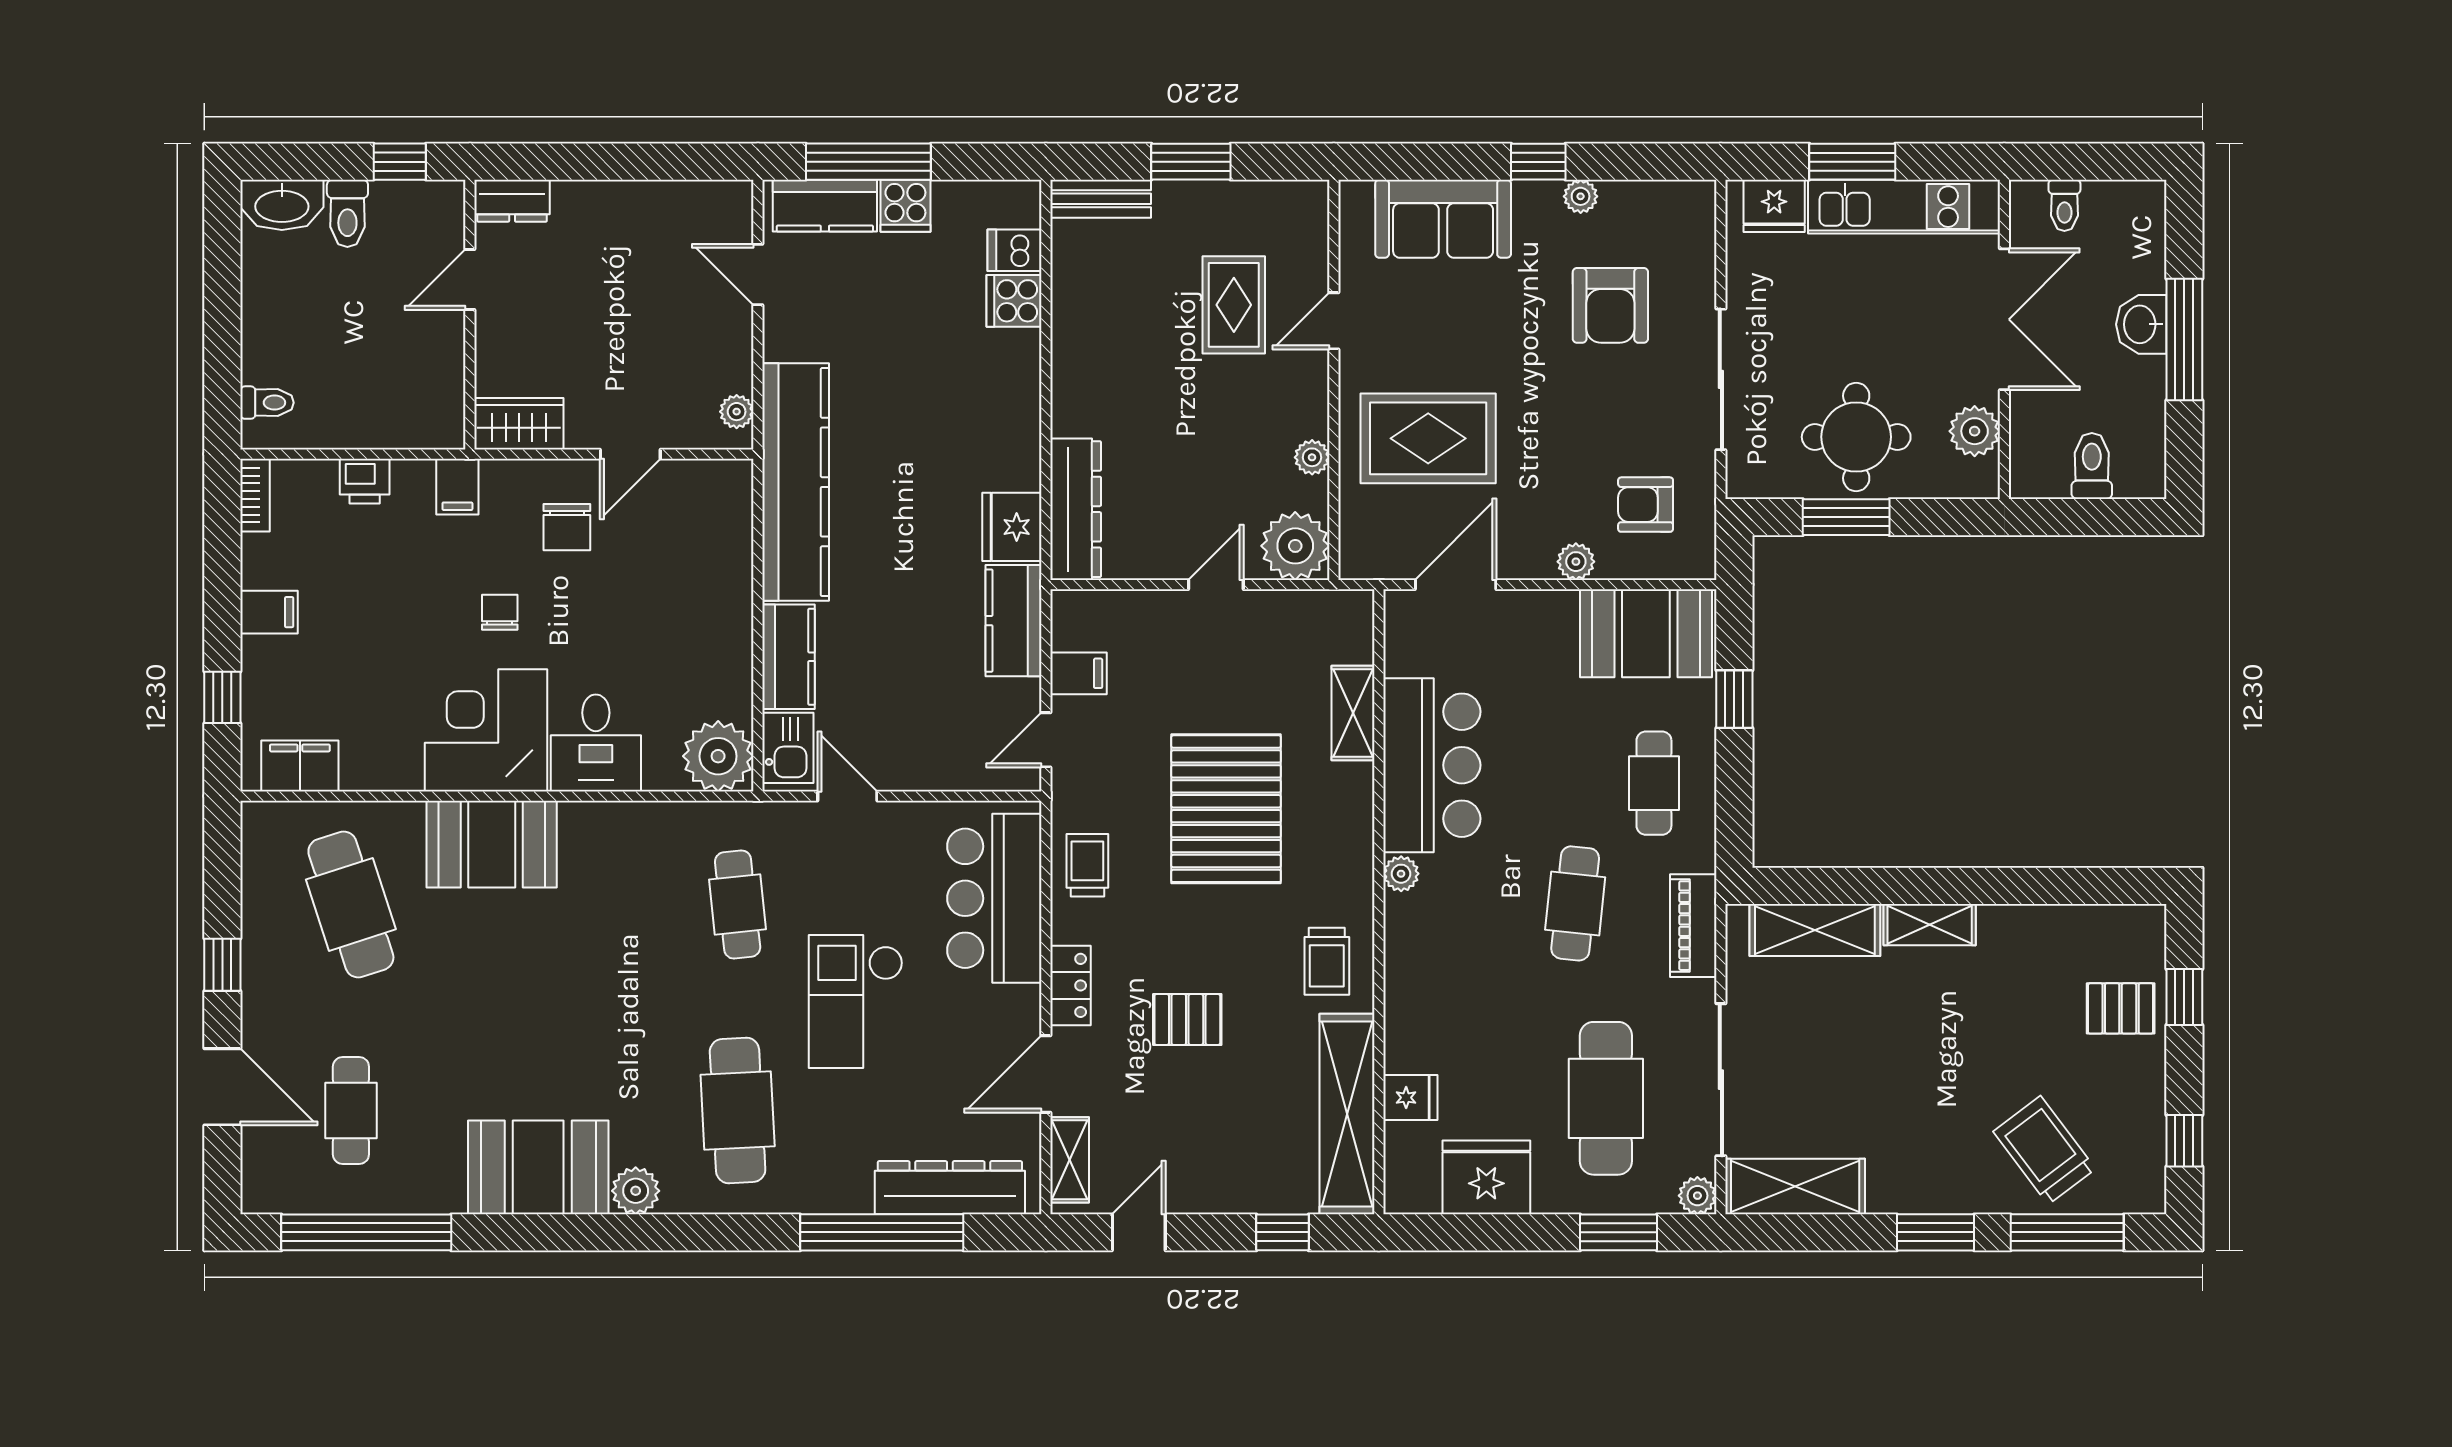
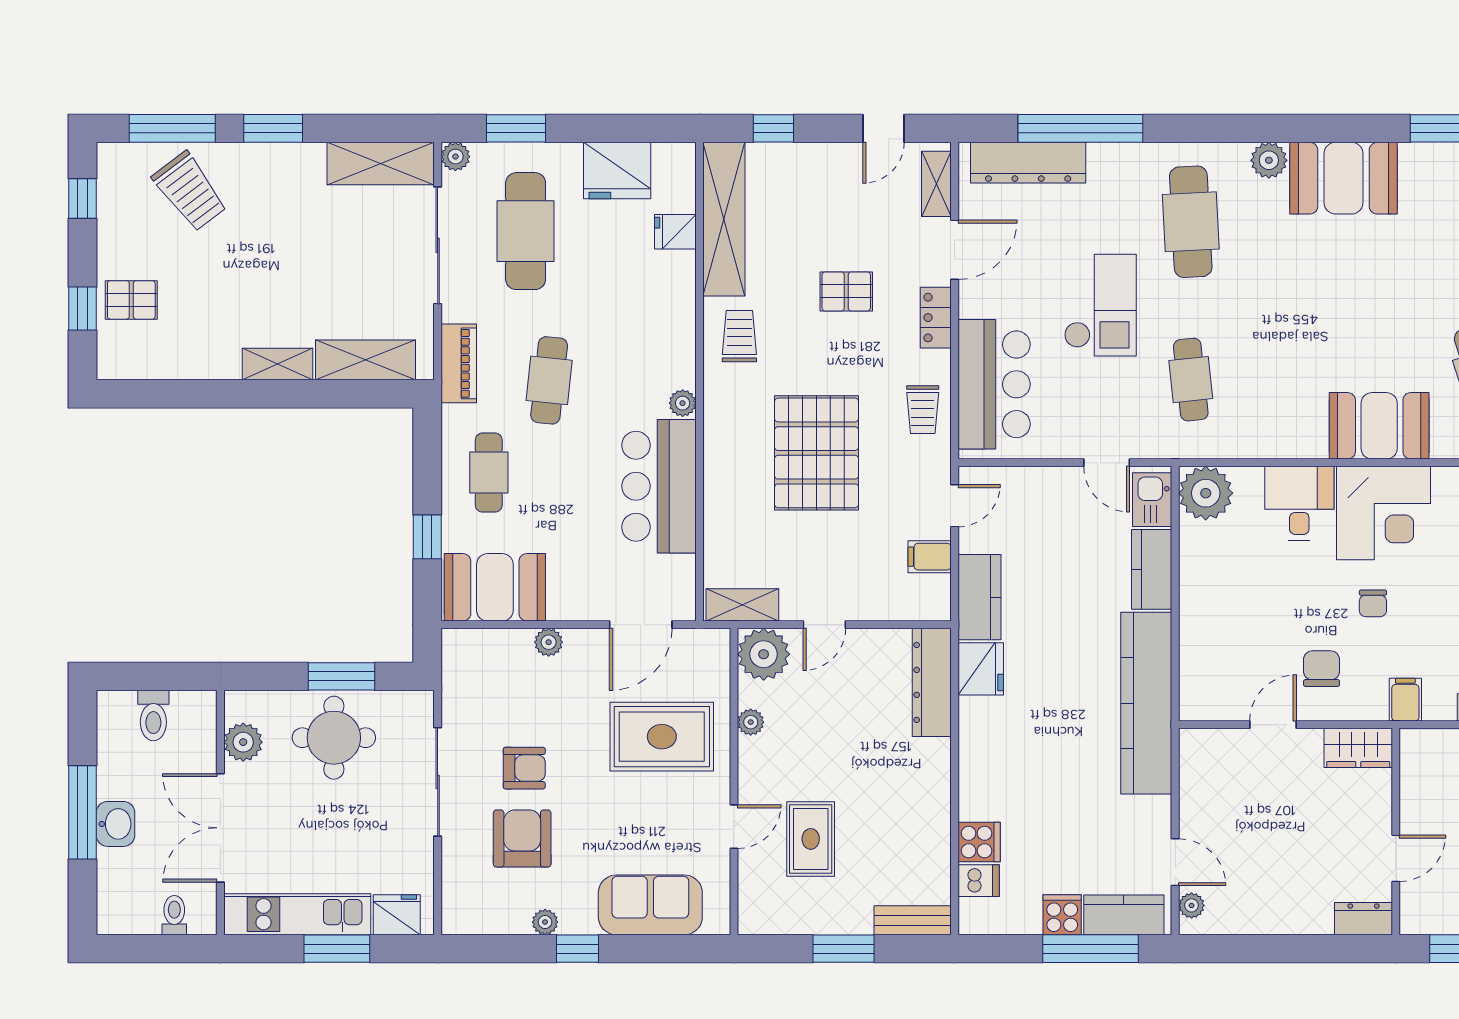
plant: (737, 412) -> (1192, 905), moved
armchair: (1646, 505) -> (524, 768), moved
shelving: (1353, 713) -> (742, 605), moved, turned 90

